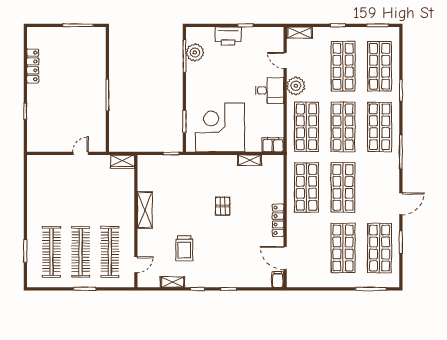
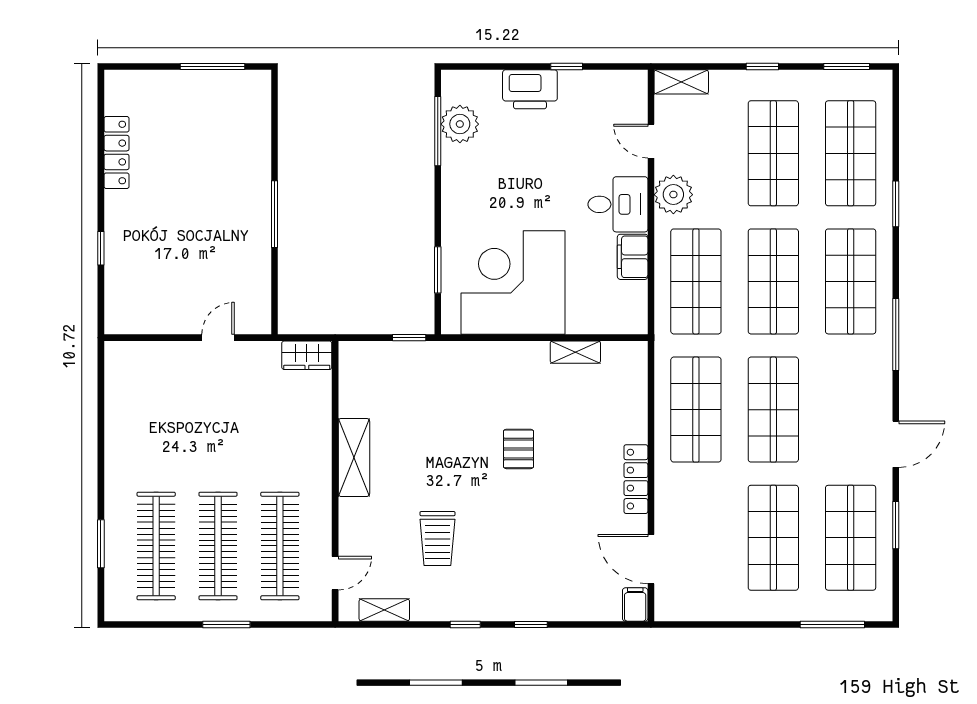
filing cabinet: (273, 145) -> (633, 257), moved, turned -90
shelving: (173, 282) -> (384, 610), moved

